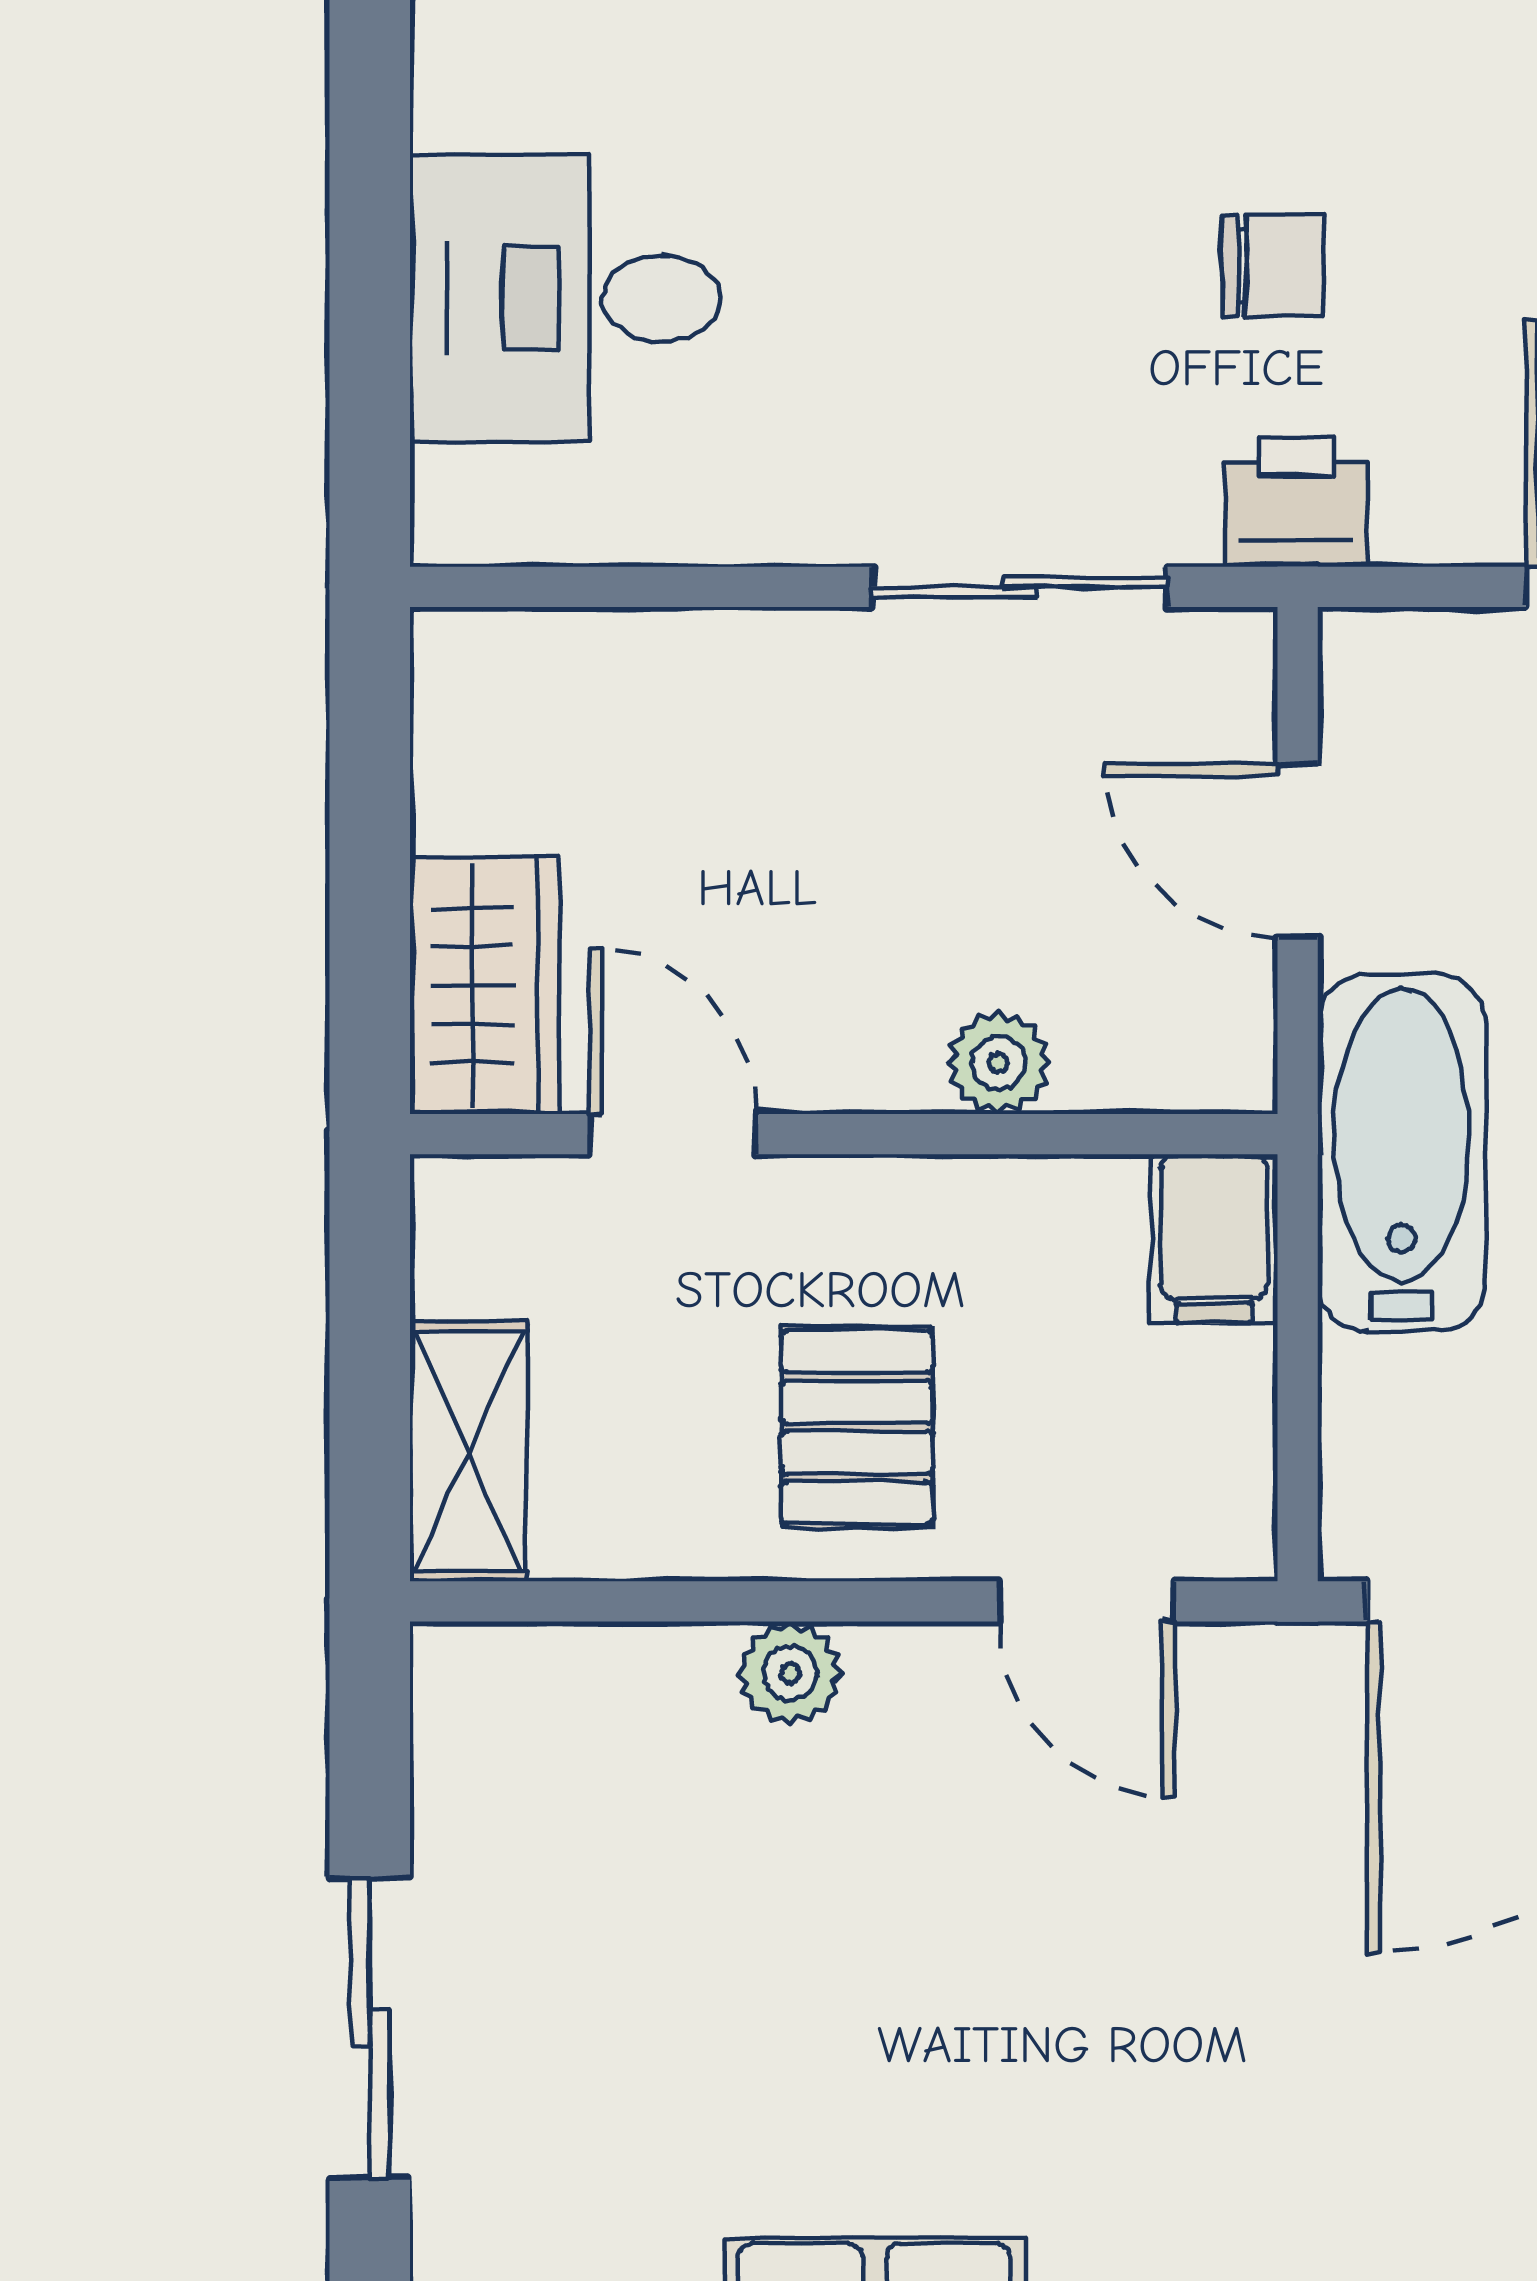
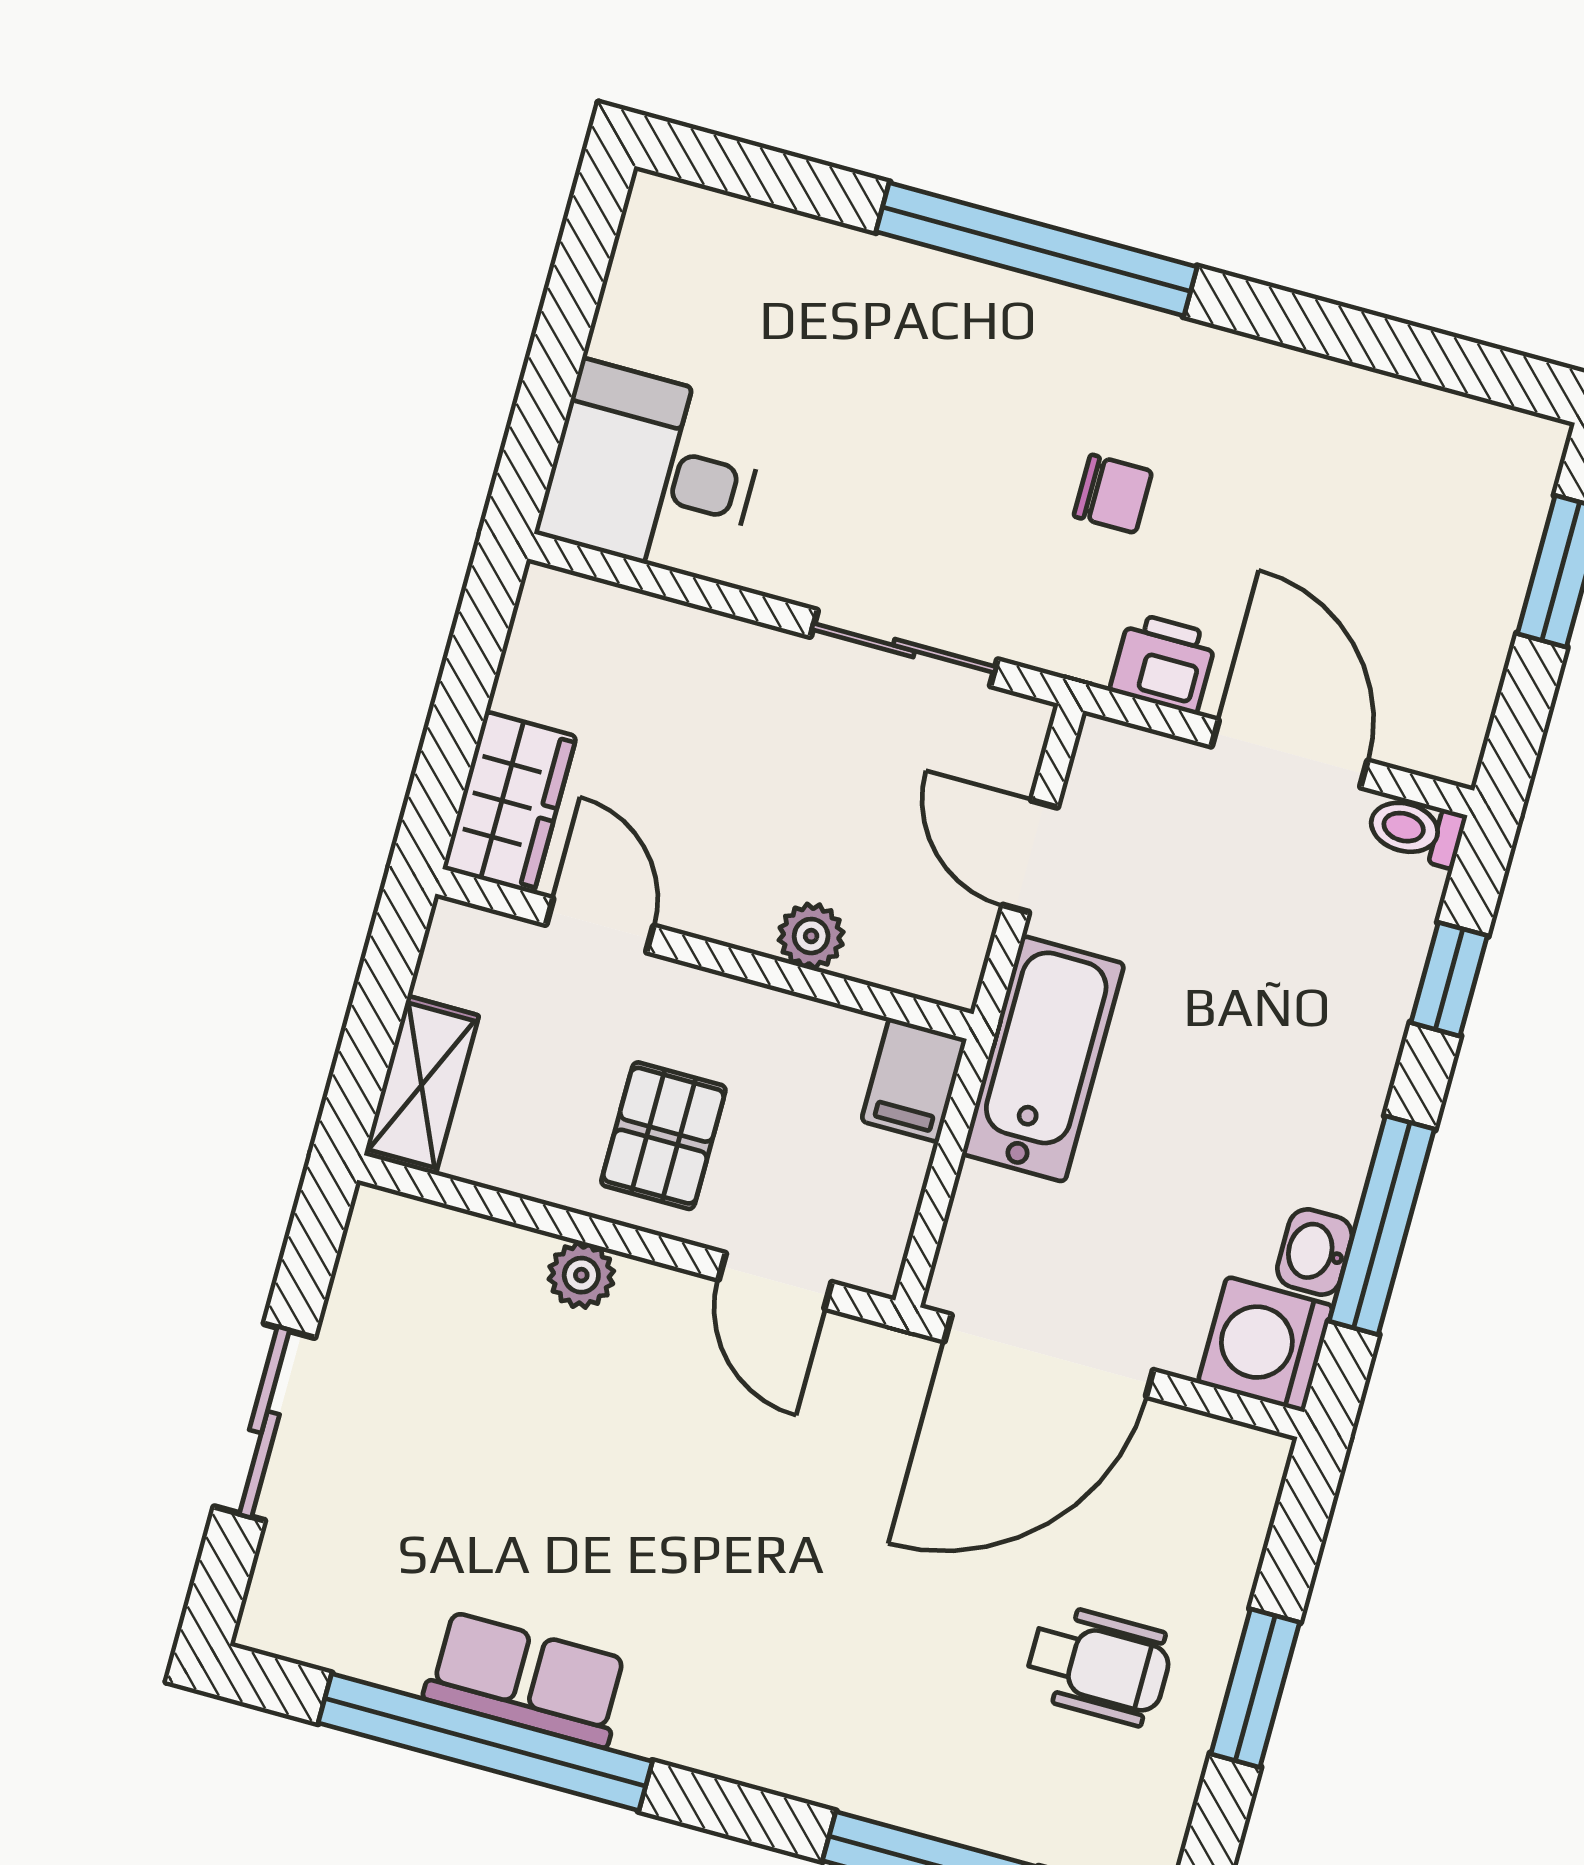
desk: (565, 298) -> (653, 471), moved
printer: (1296, 502) -> (1164, 663), moved

